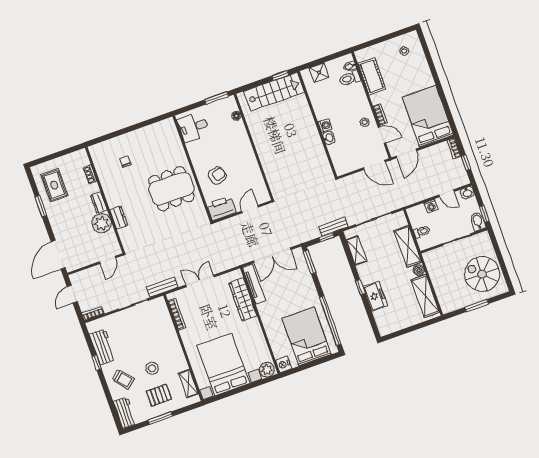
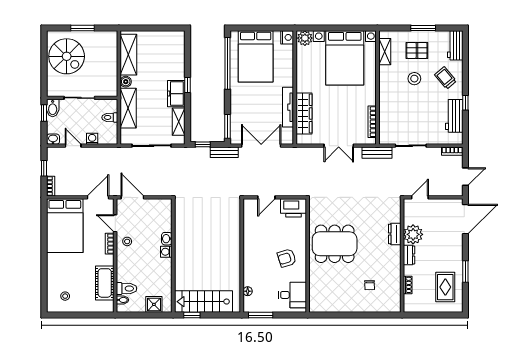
armchair: (217, 176) -> (287, 258), moved
bench: (333, 227) -> (224, 152), moved
tv unit: (254, 284) -> (288, 107), moved
freezer: (375, 296) -> (176, 94), moved

